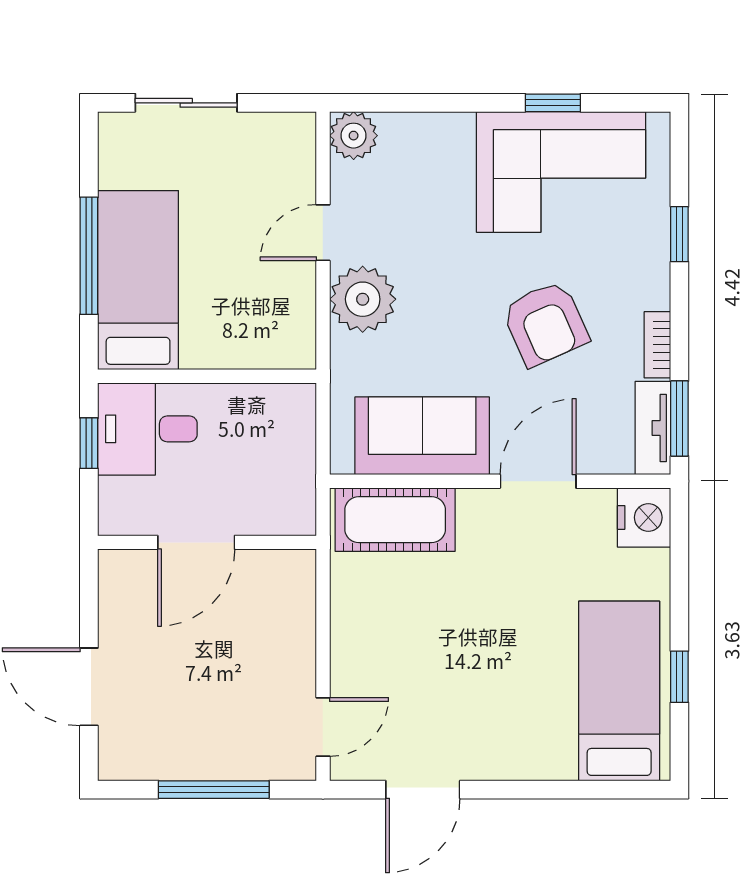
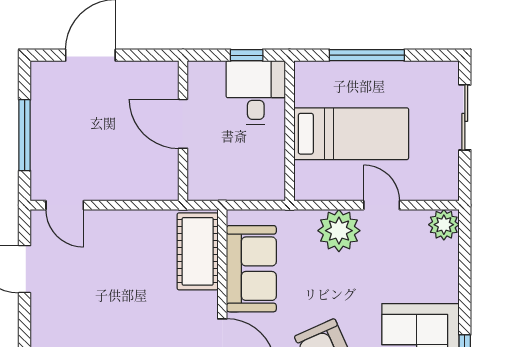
bed: (138, 280) -> (351, 134), moved

